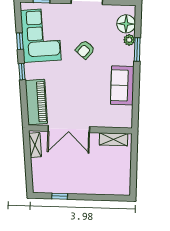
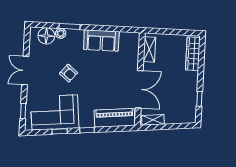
wardrobe: (110, 188) -> (193, 54), added

